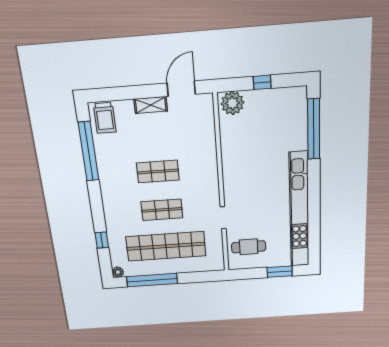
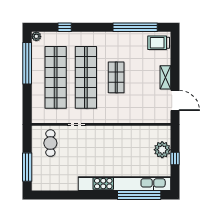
plant: (232, 103) -> (162, 150), moved
shop shelf: (162, 210) -> (86, 77), width x2.00, depth x1.36
kitchen unit: (299, 210) -> (124, 184), moved
window: (280, 272) -> (27, 167), width x1.44

